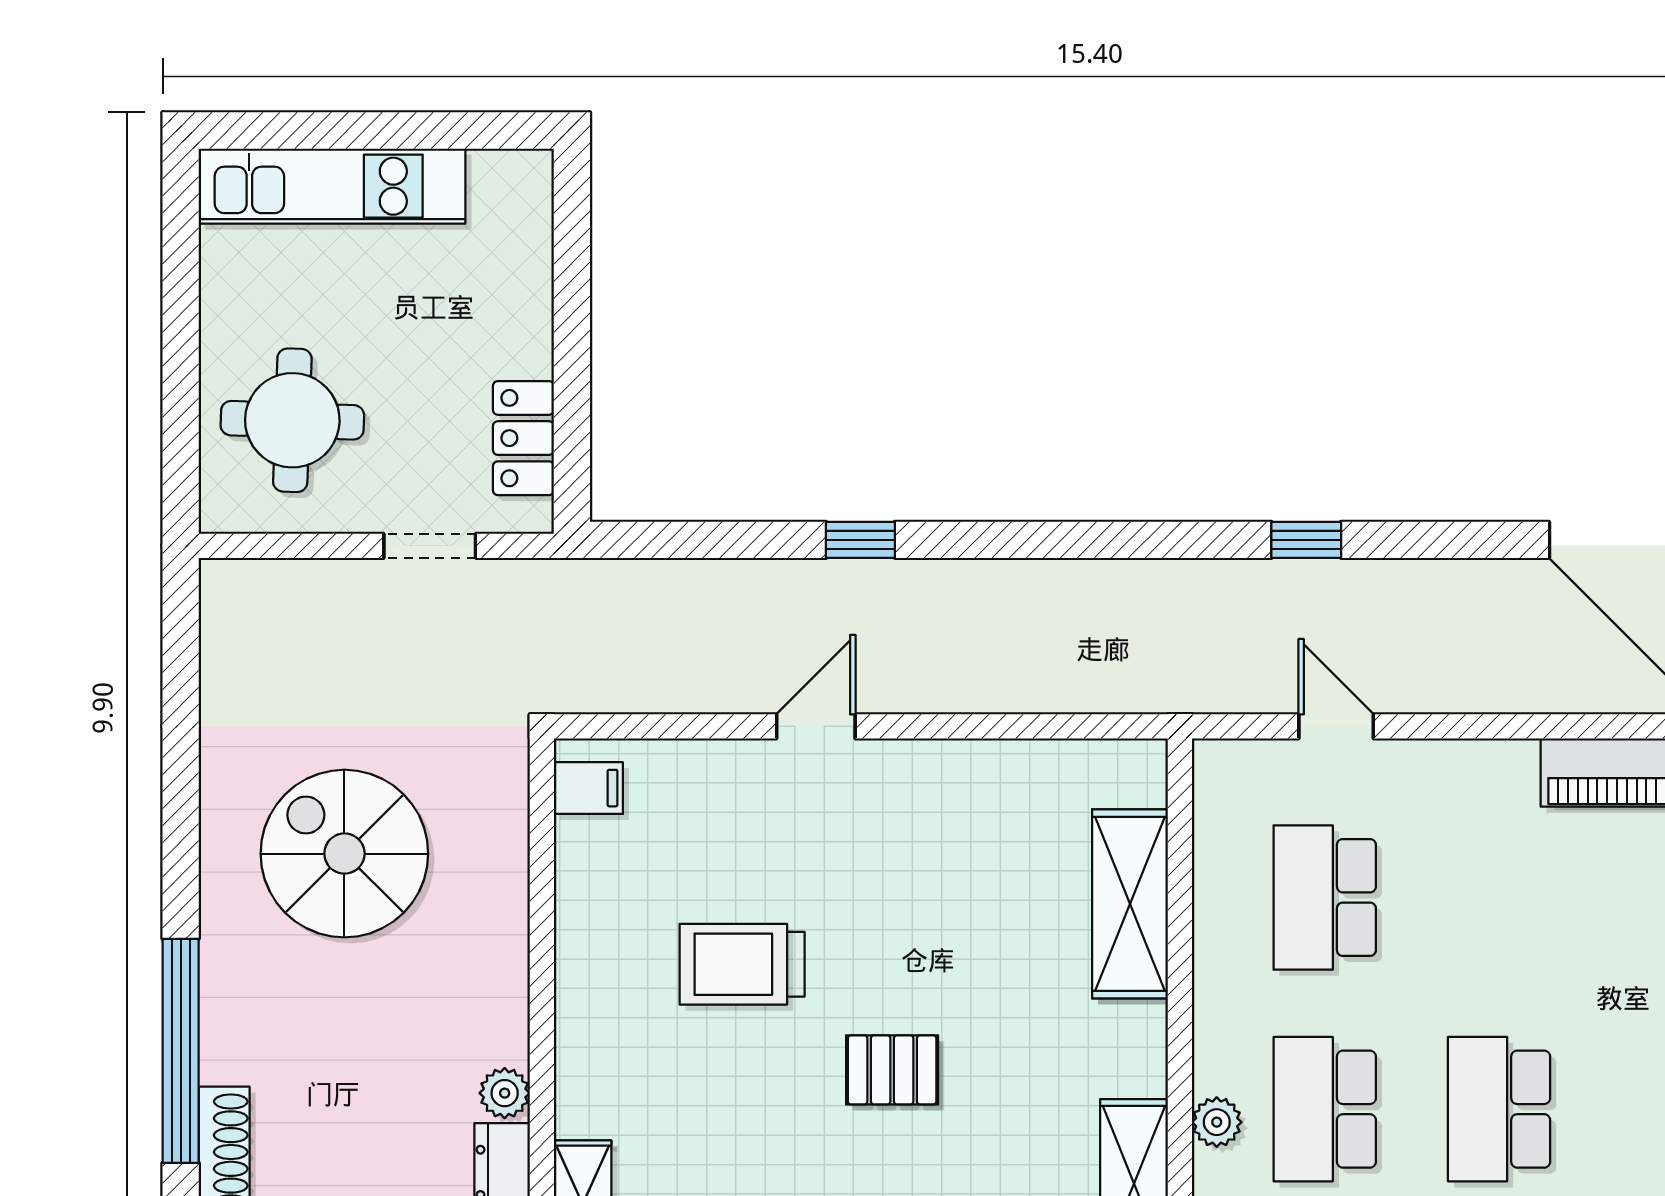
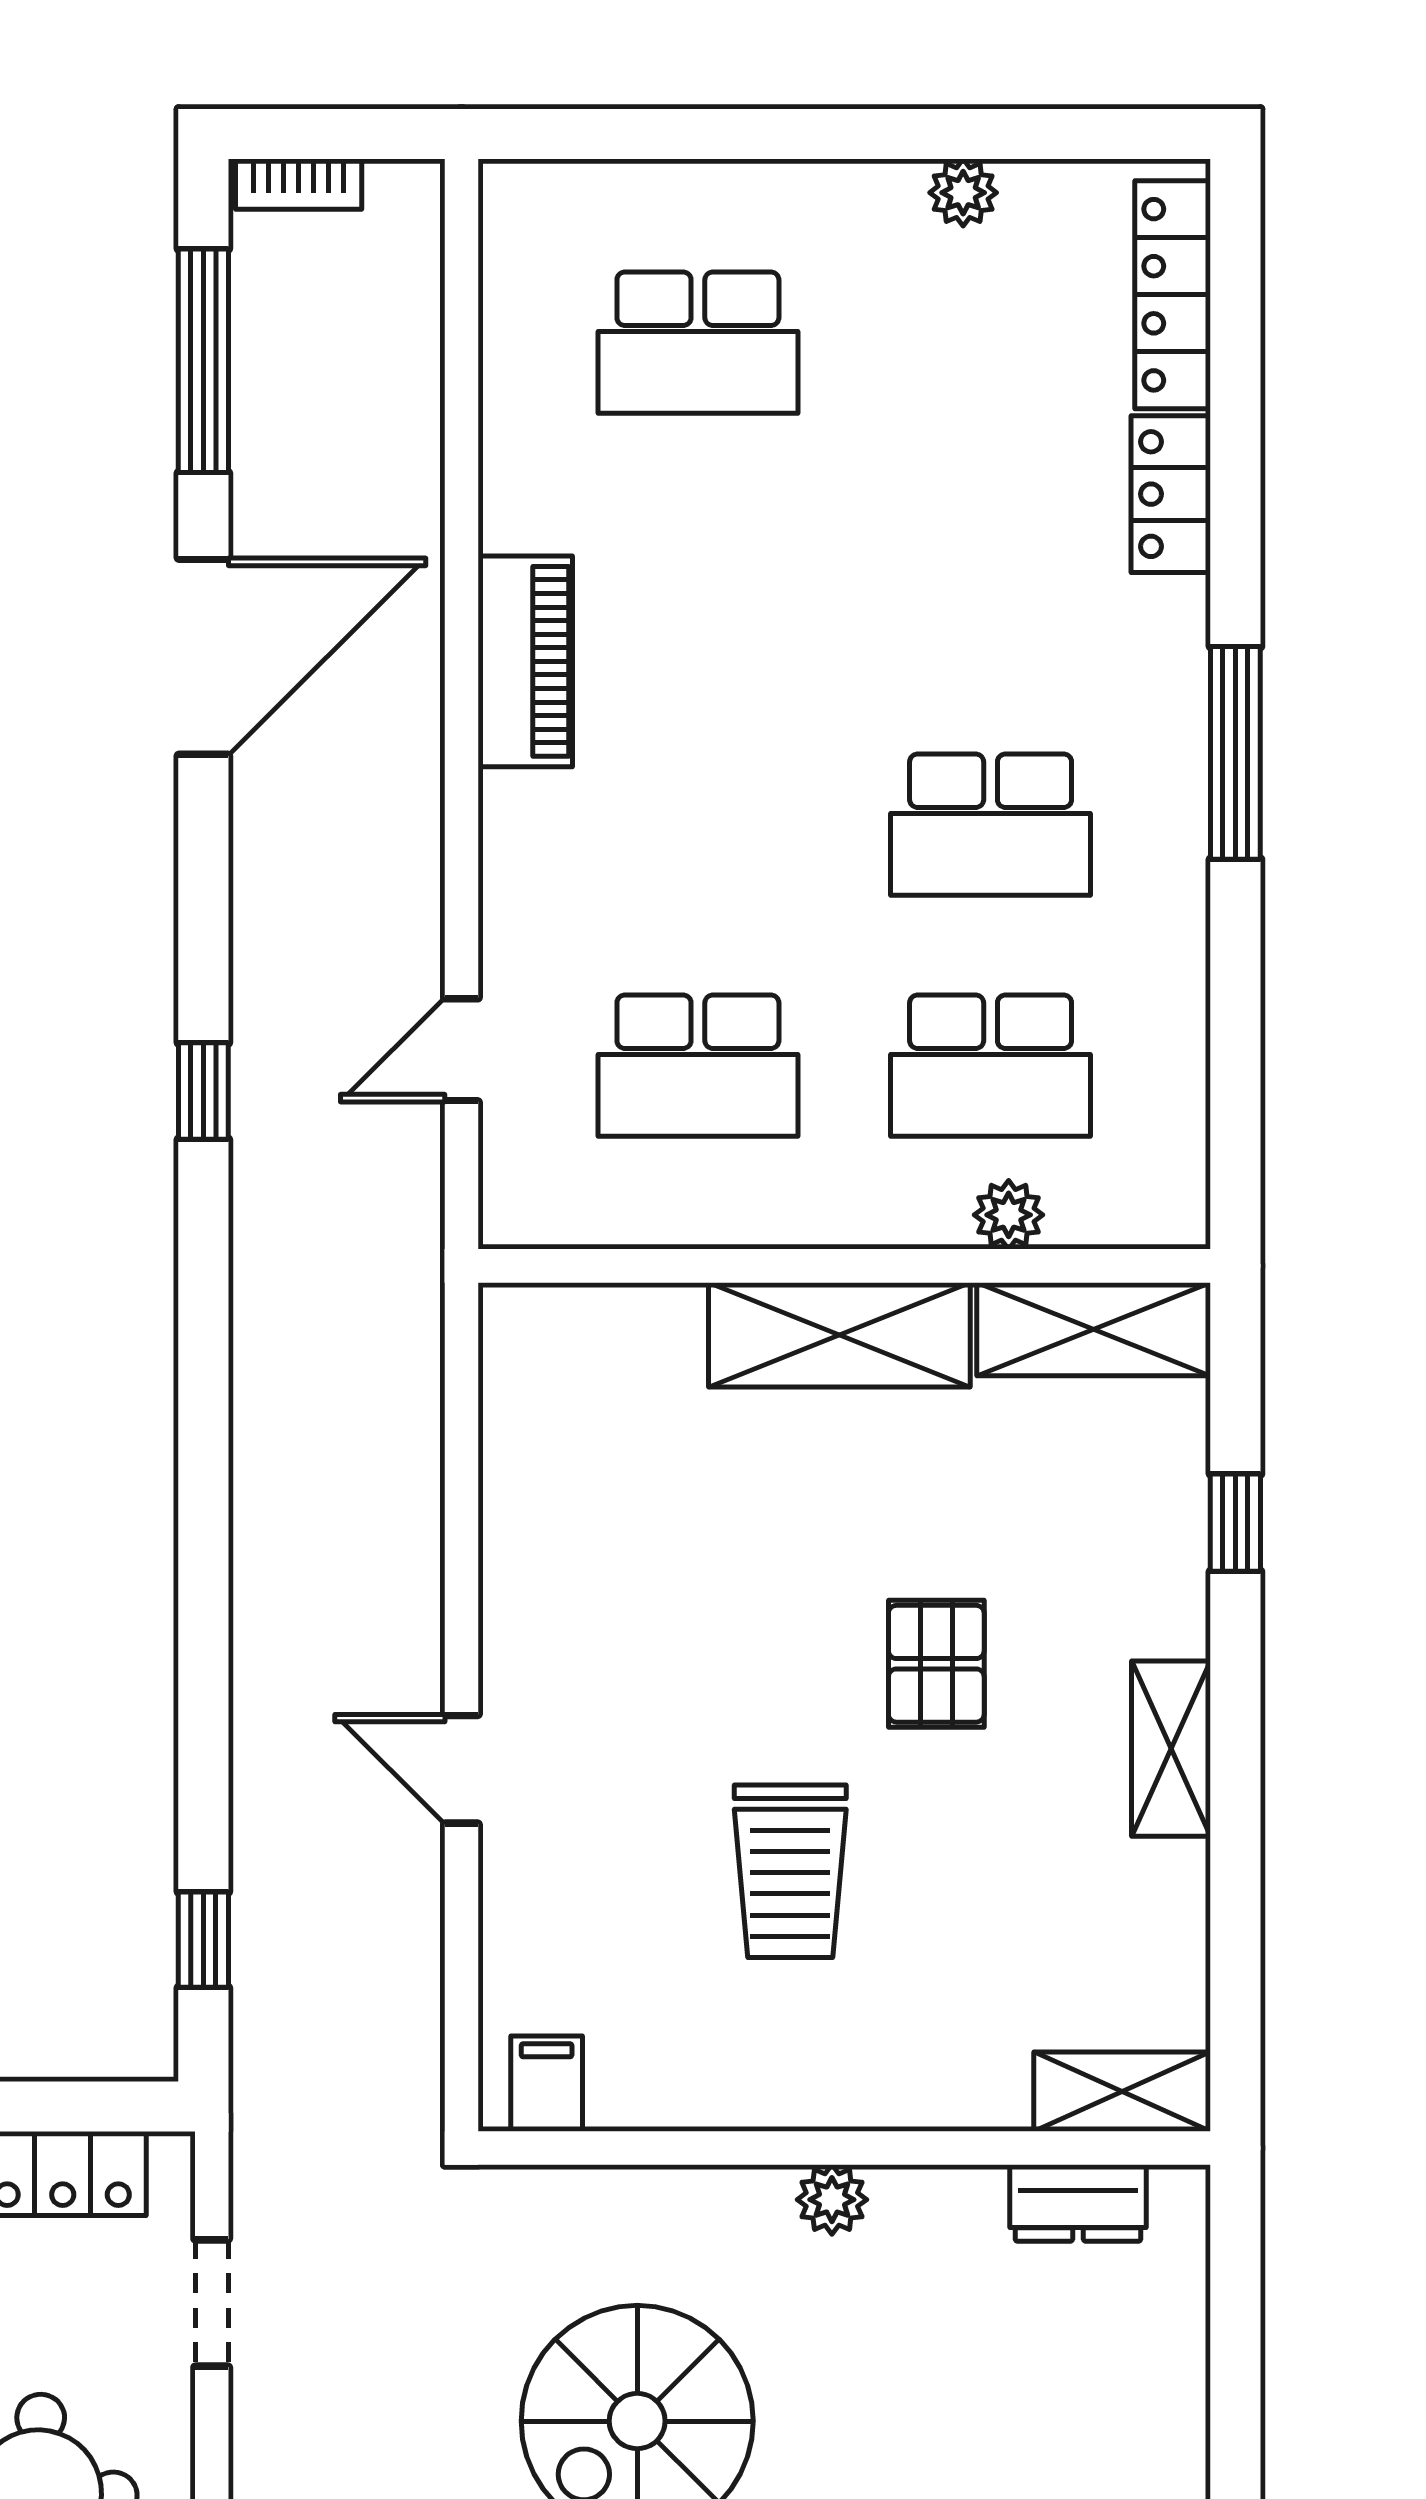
window: (860, 540) -> (203, 1940), moved
shelving: (1130, 904) -> (839, 1335), moved
plant: (505, 1093) -> (832, 2200), moved

